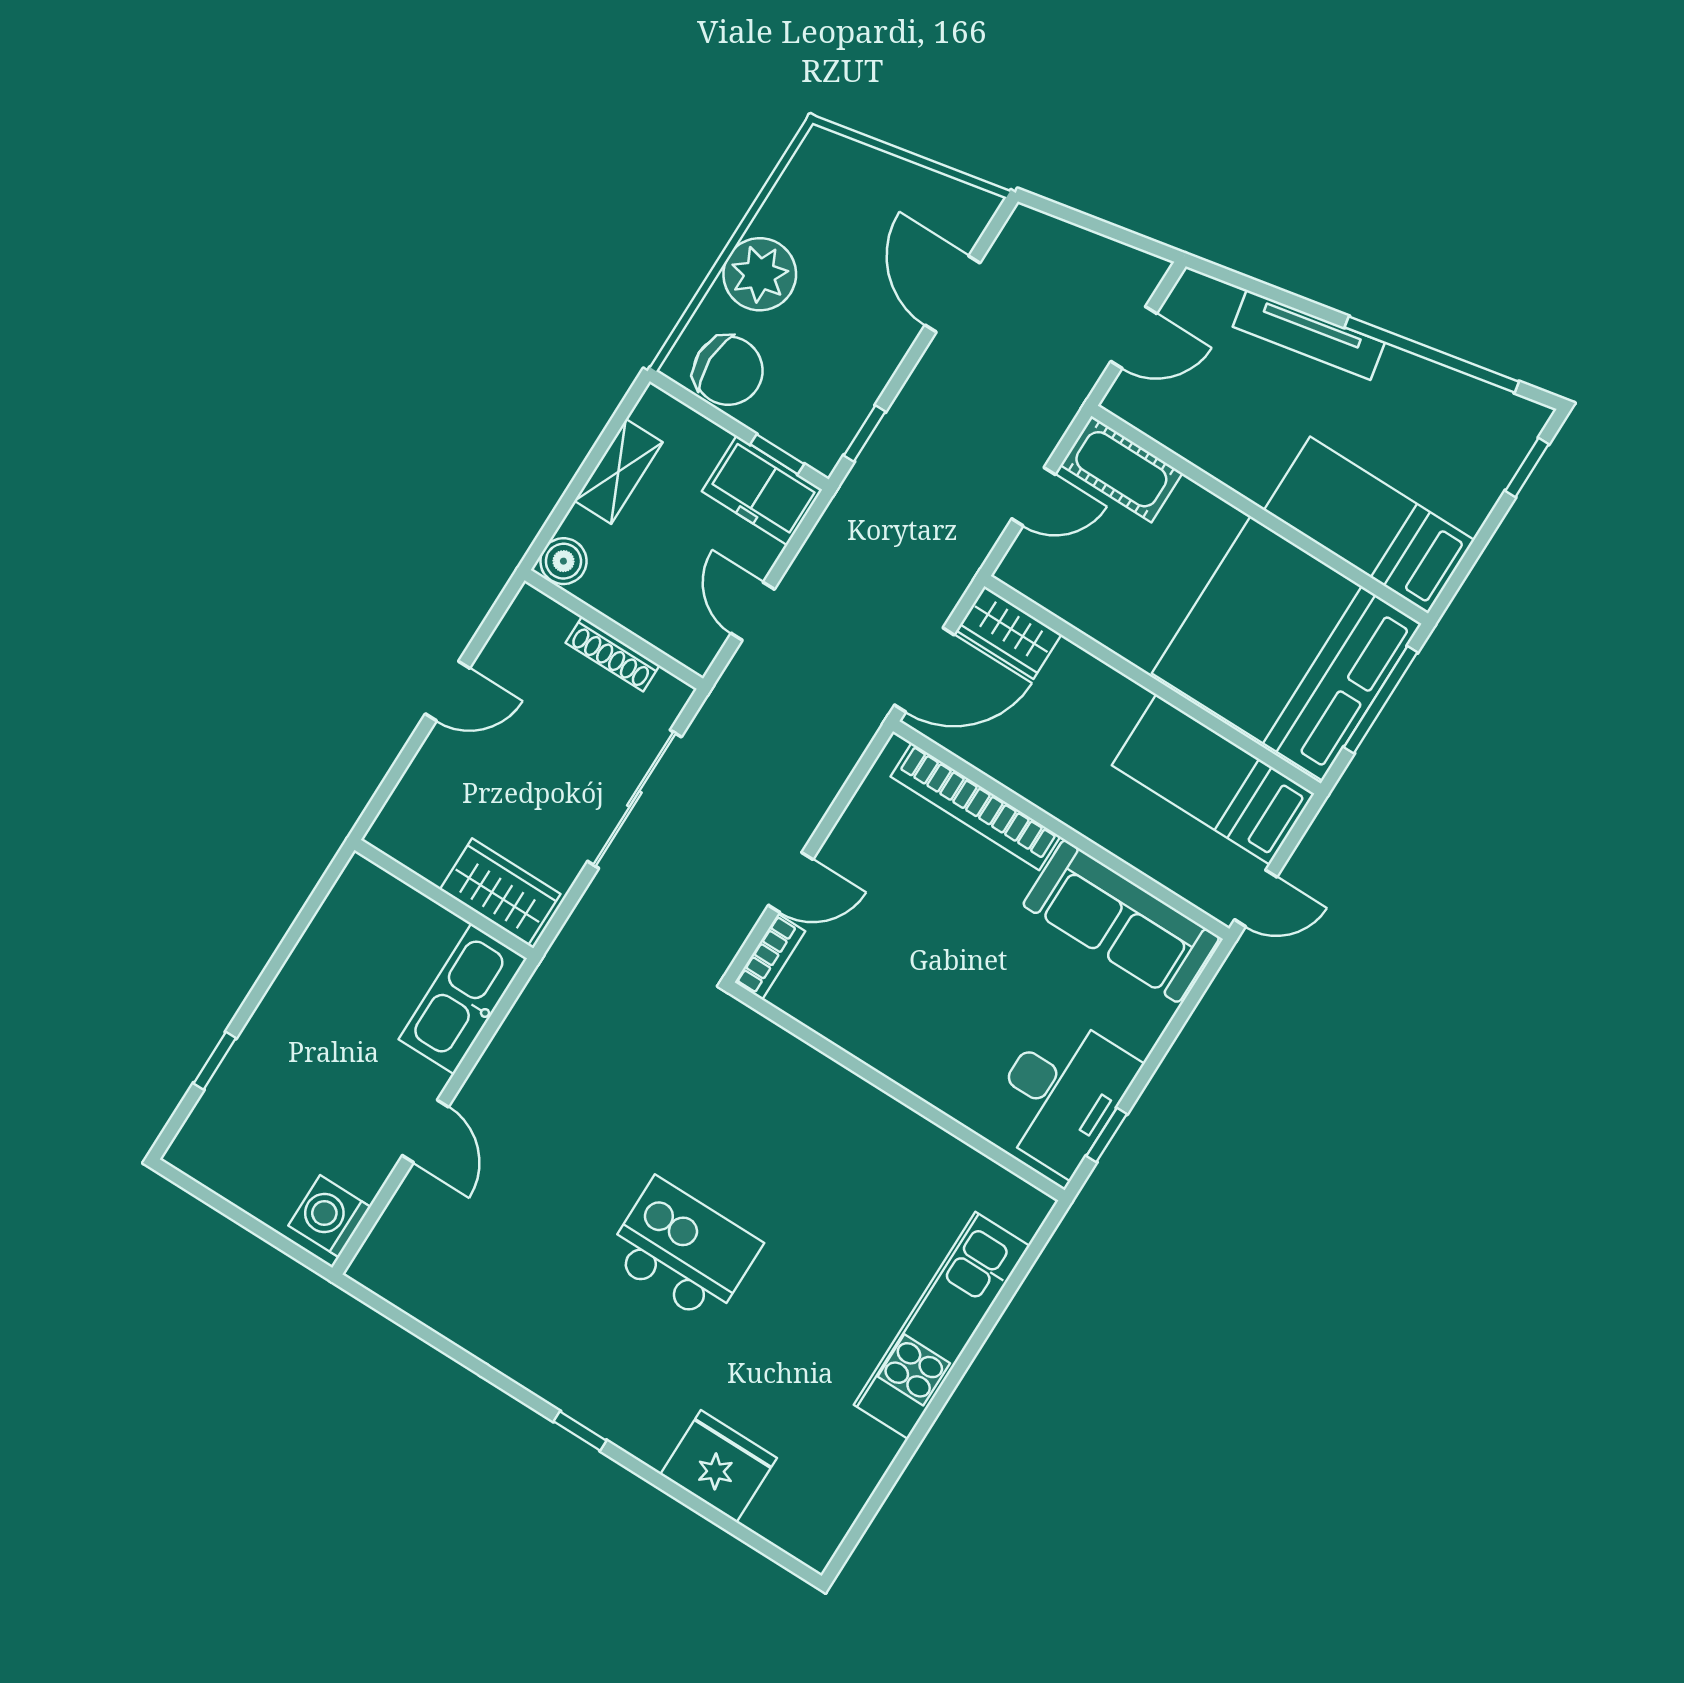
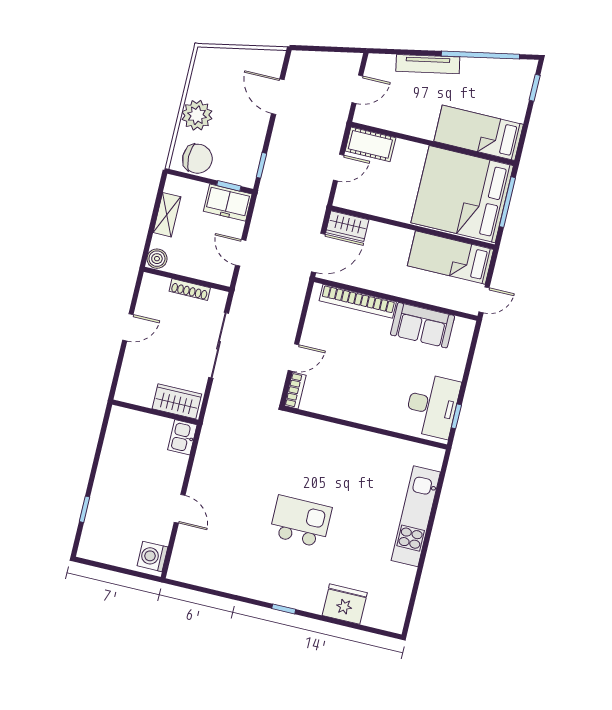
sofa: (1121, 921) -> (422, 325), width x0.73
kitchen sink: (463, 999) -> (182, 437), width x0.53, depth x0.81

